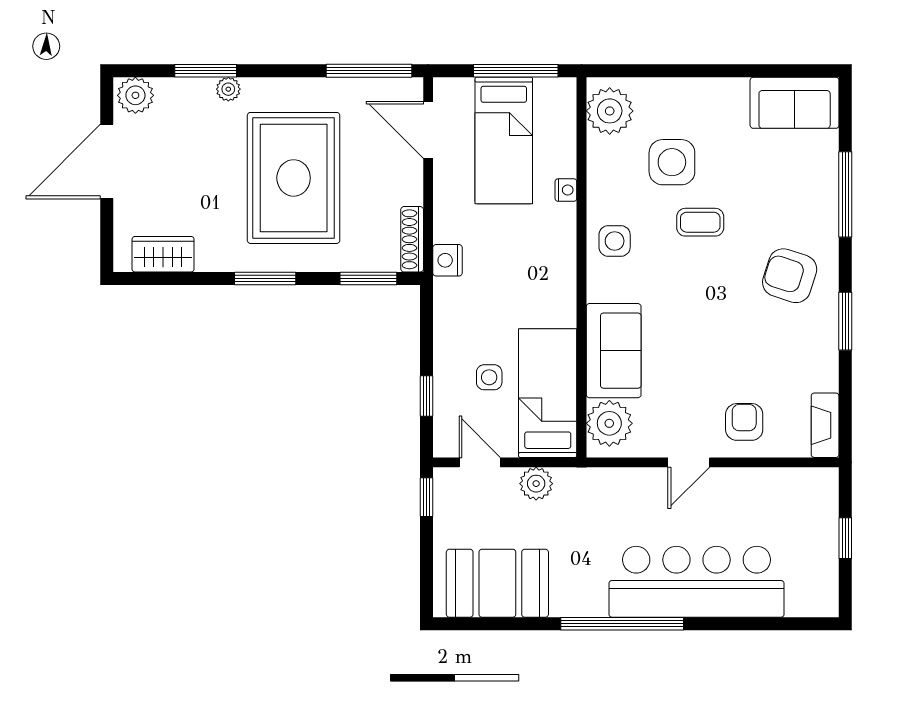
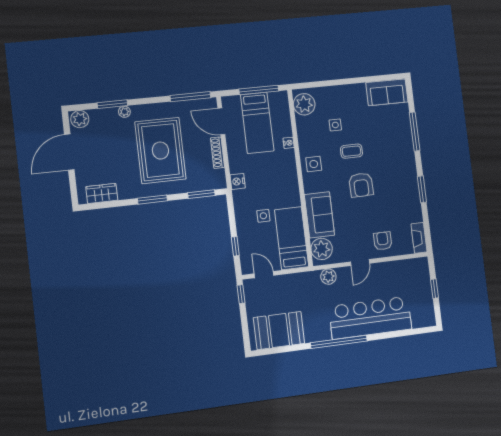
side table: (672, 162) -> (335, 125), width x0.54, depth x0.54
shoe rack: (412, 239) -> (217, 153), moved
armchair: (790, 276) -> (361, 185), moved, turned -109
side table: (489, 377) -> (263, 216), moved
plant: (536, 484) -> (328, 277), moved

